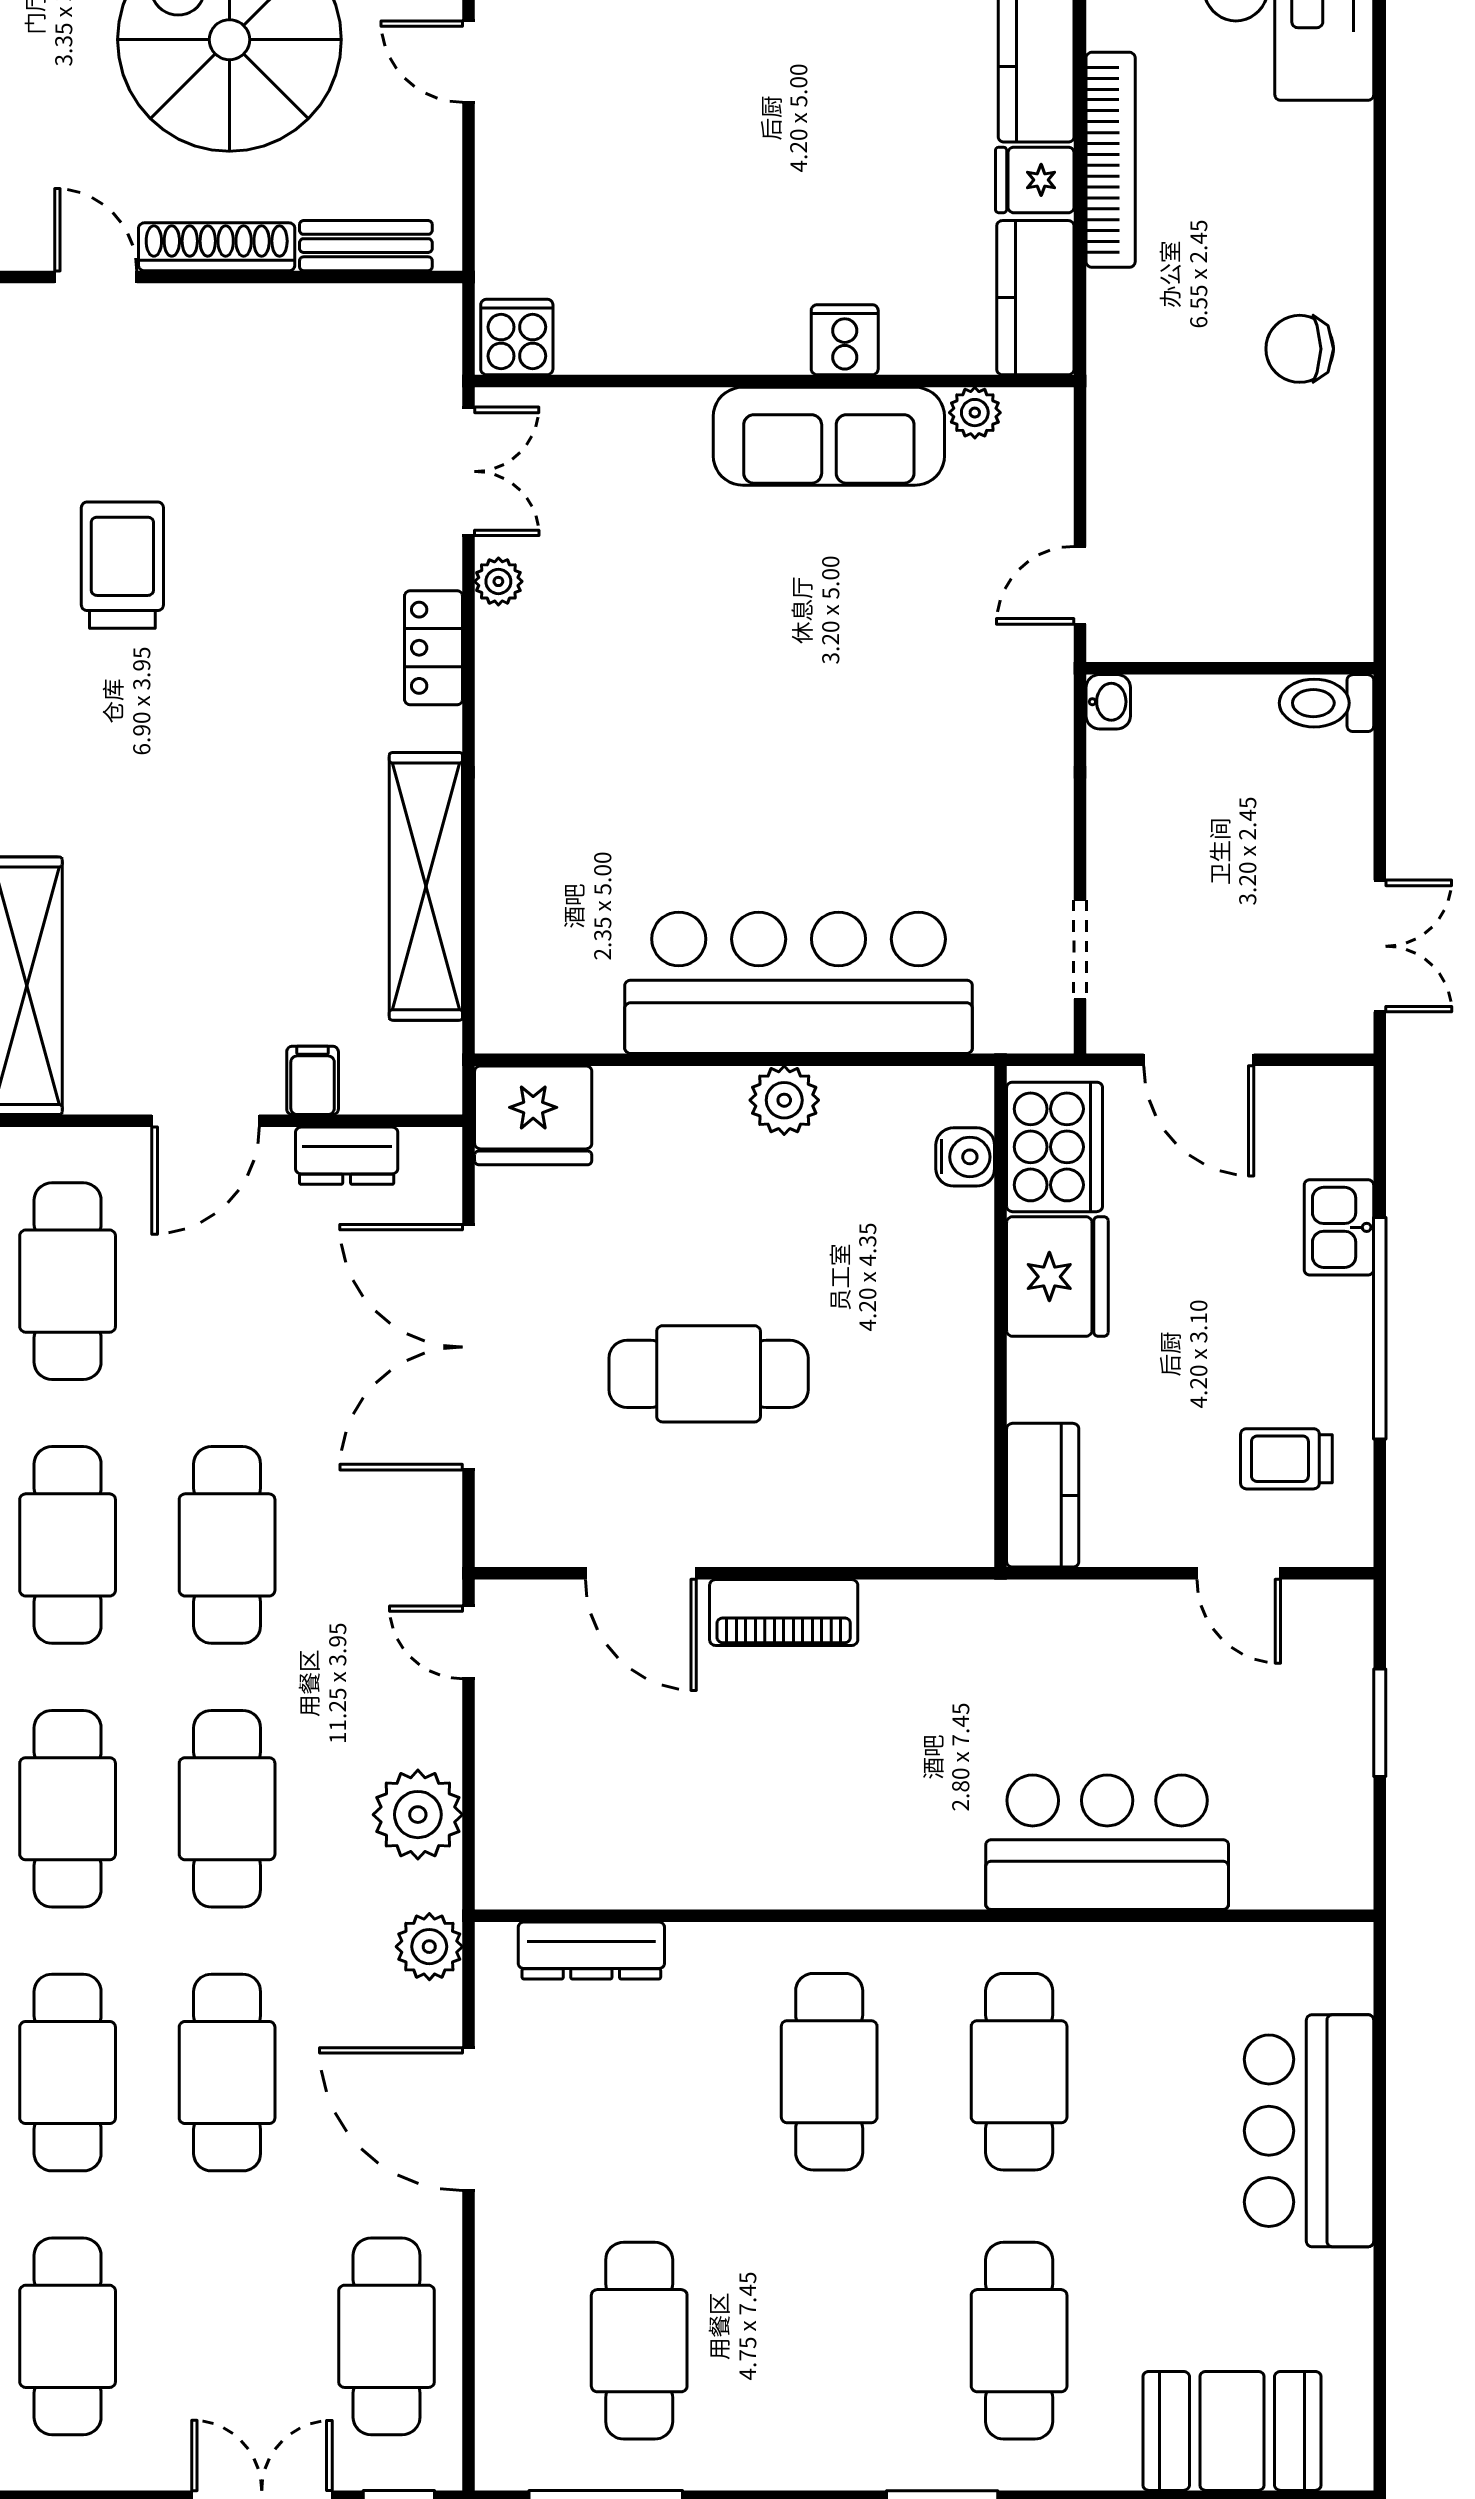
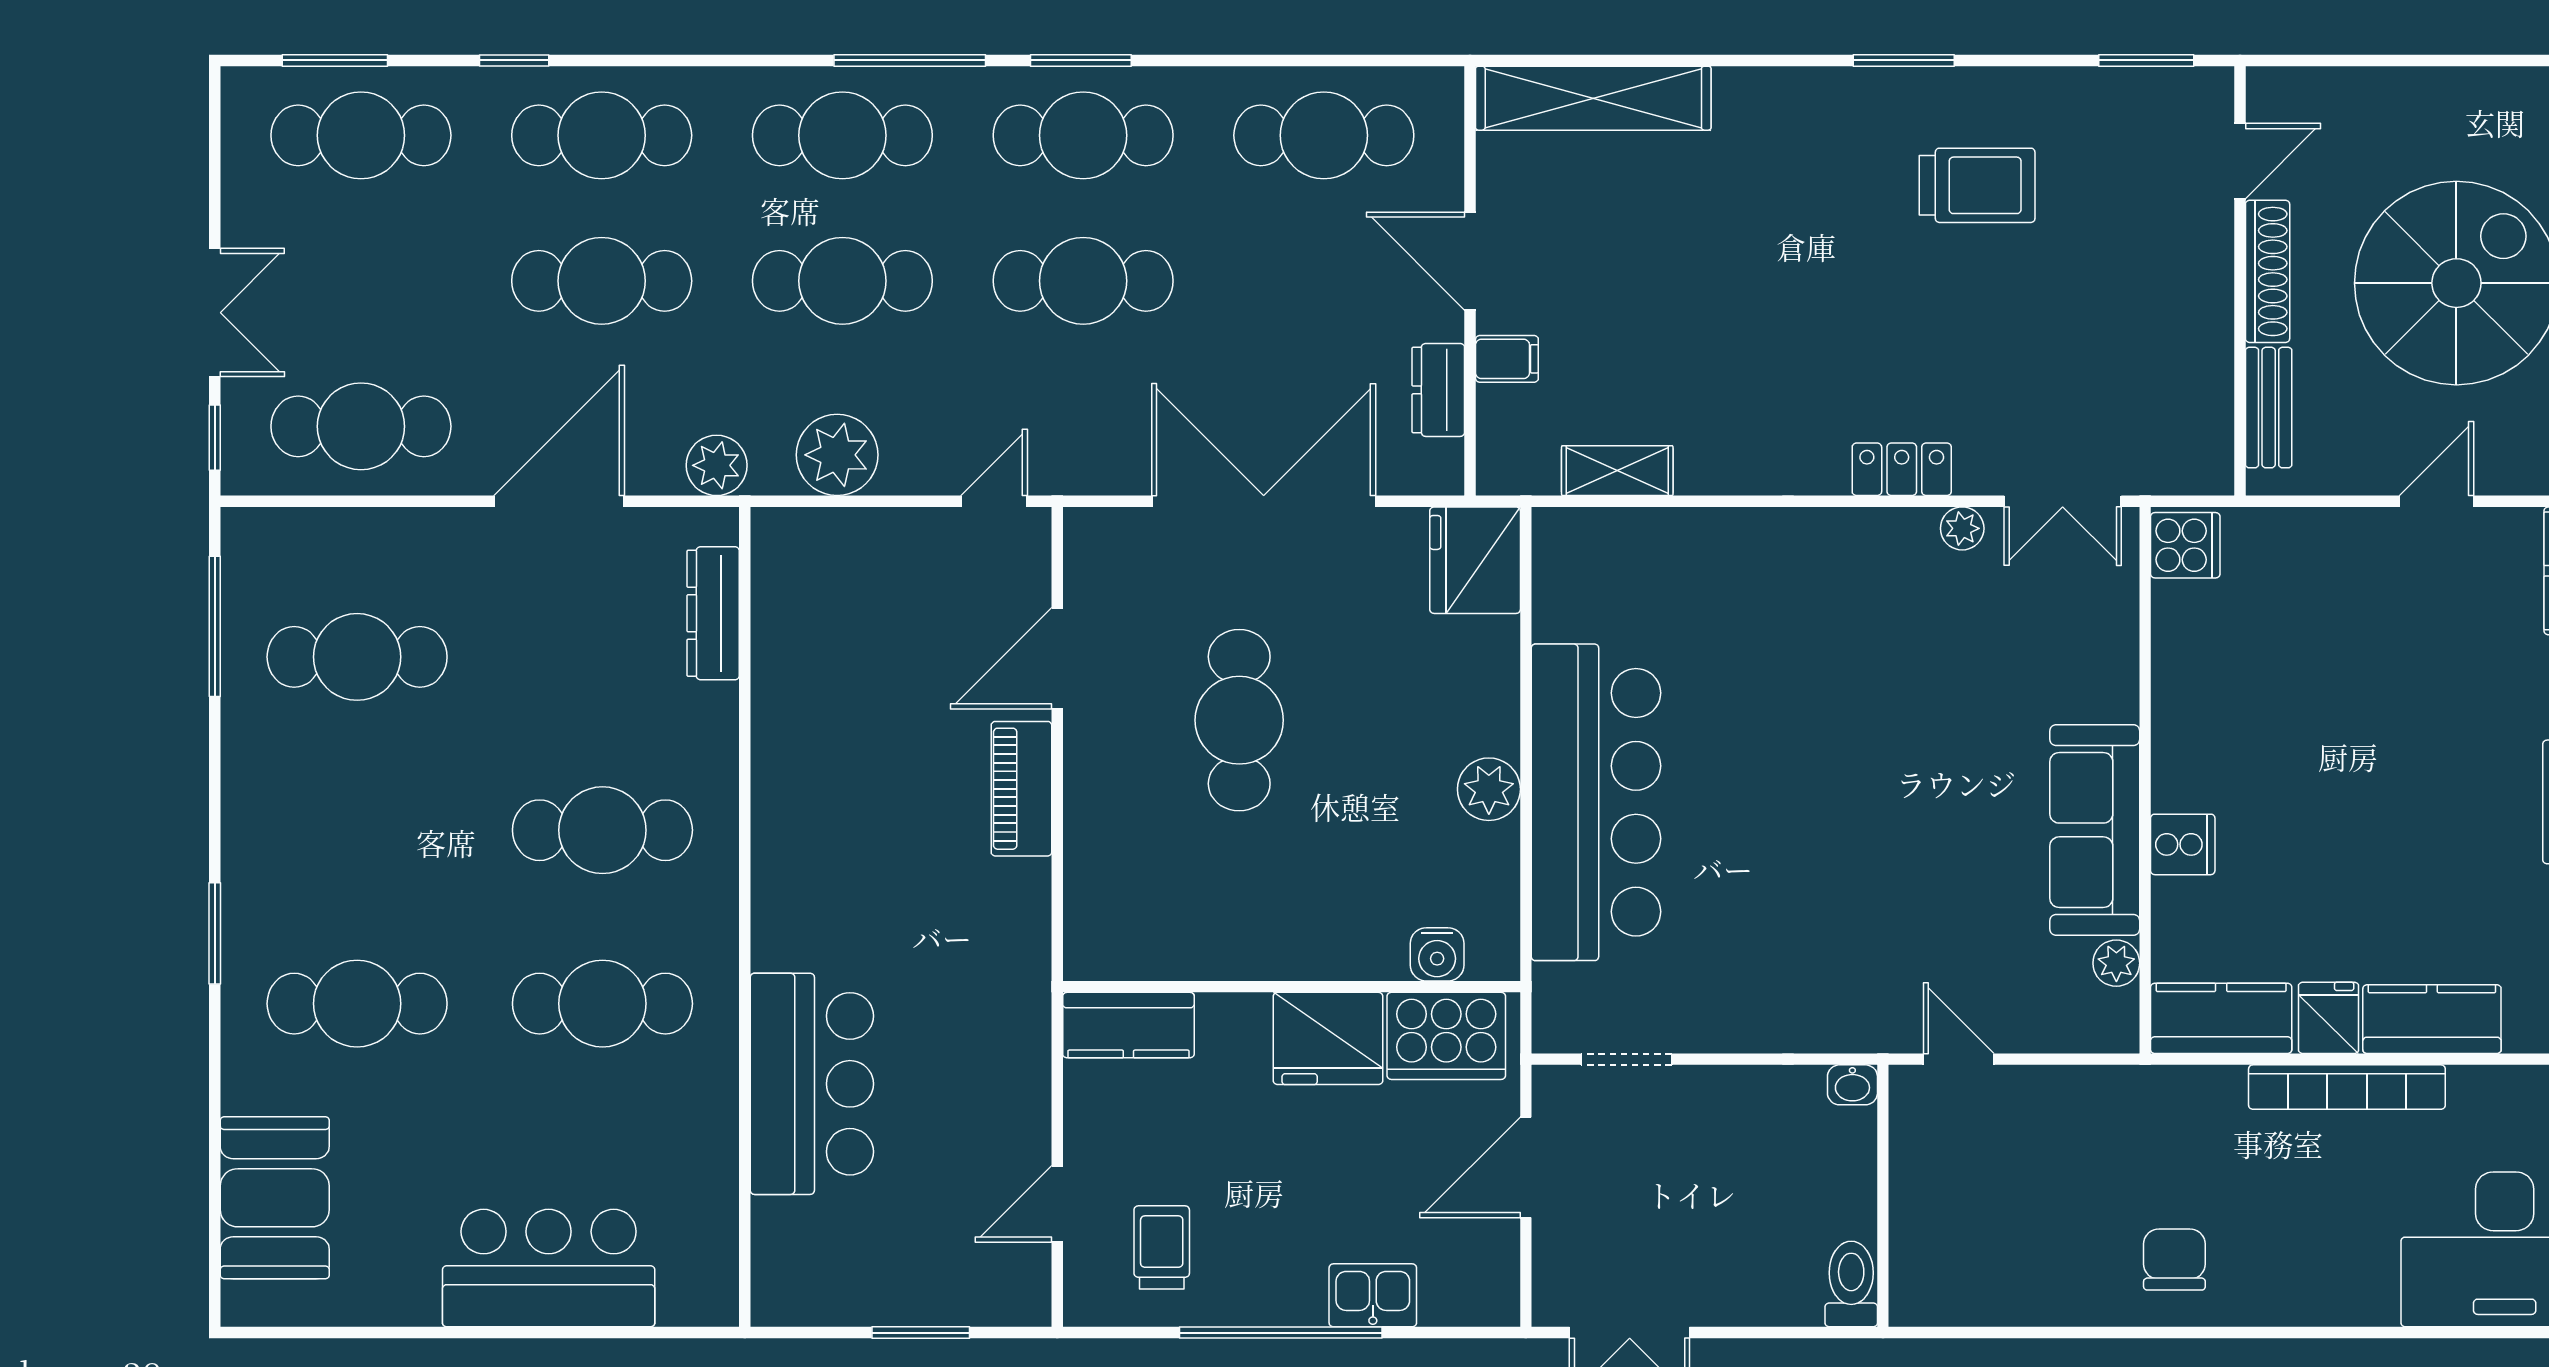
shelving: (426, 886) -> (1617, 471), width x0.45, depth x0.75

